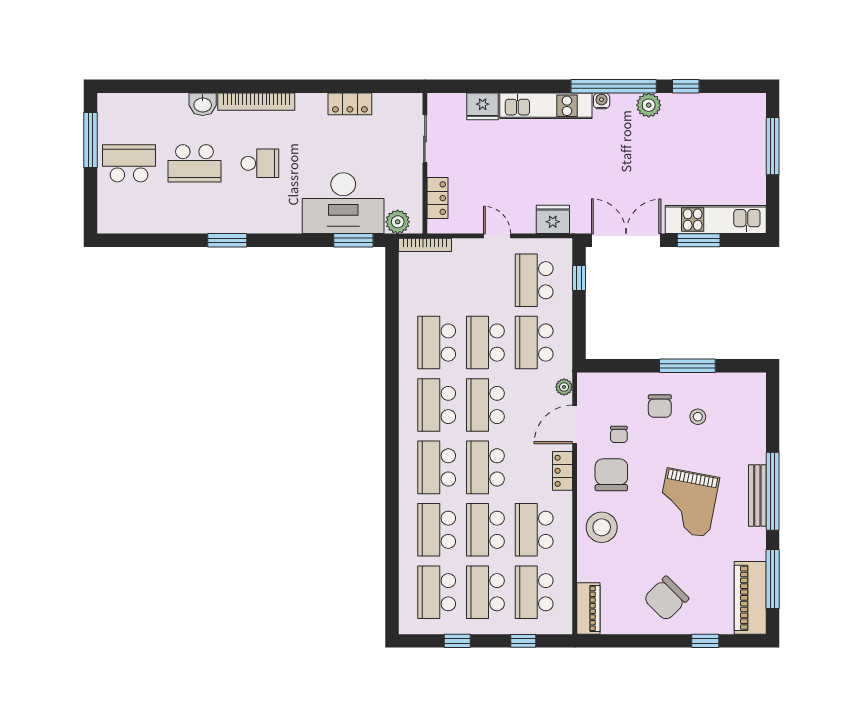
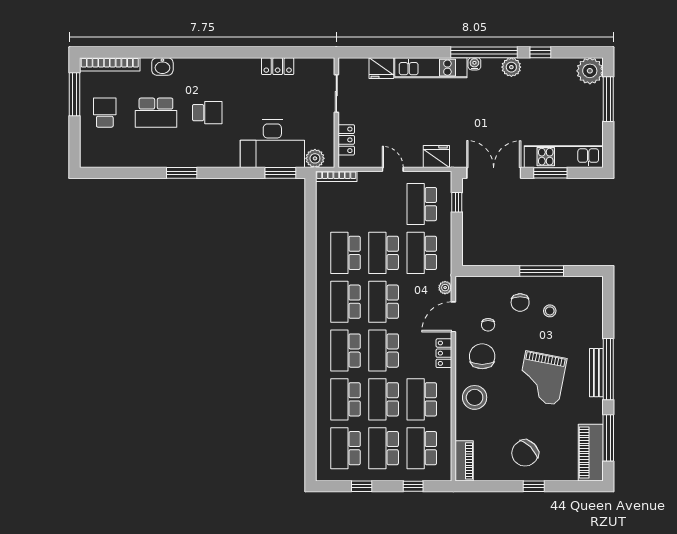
bookcase: (256, 102) -> (110, 64), moved
plant: (749, 110) -> (590, 71), added
school desk: (129, 163) -> (105, 113), width x0.54
window: (705, 641) -> (534, 486), moved

